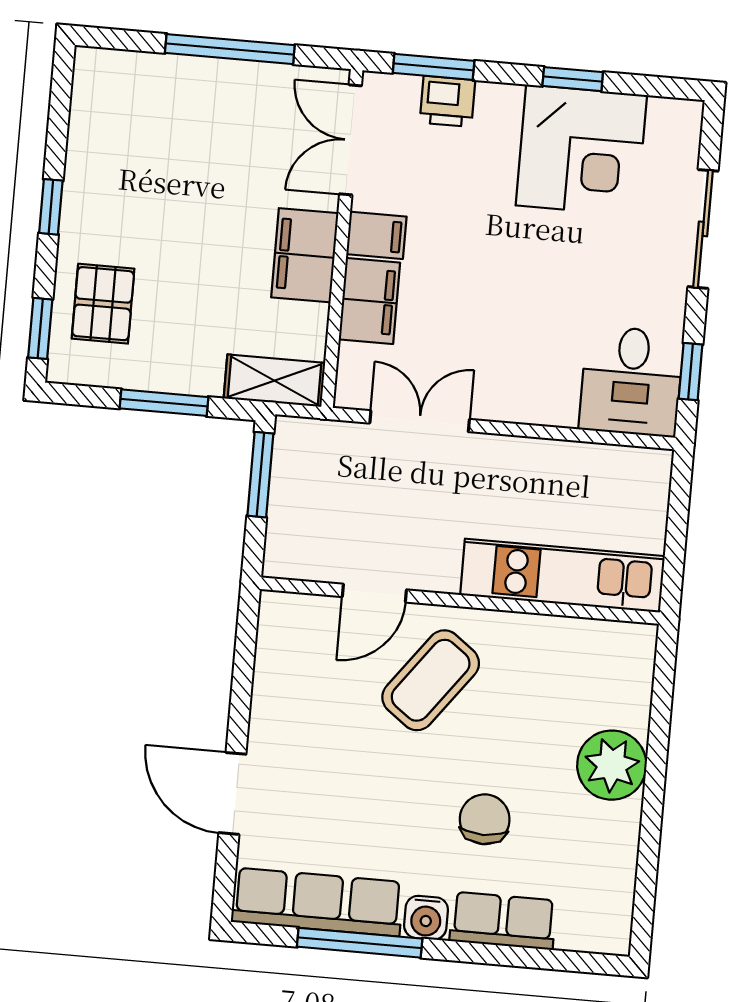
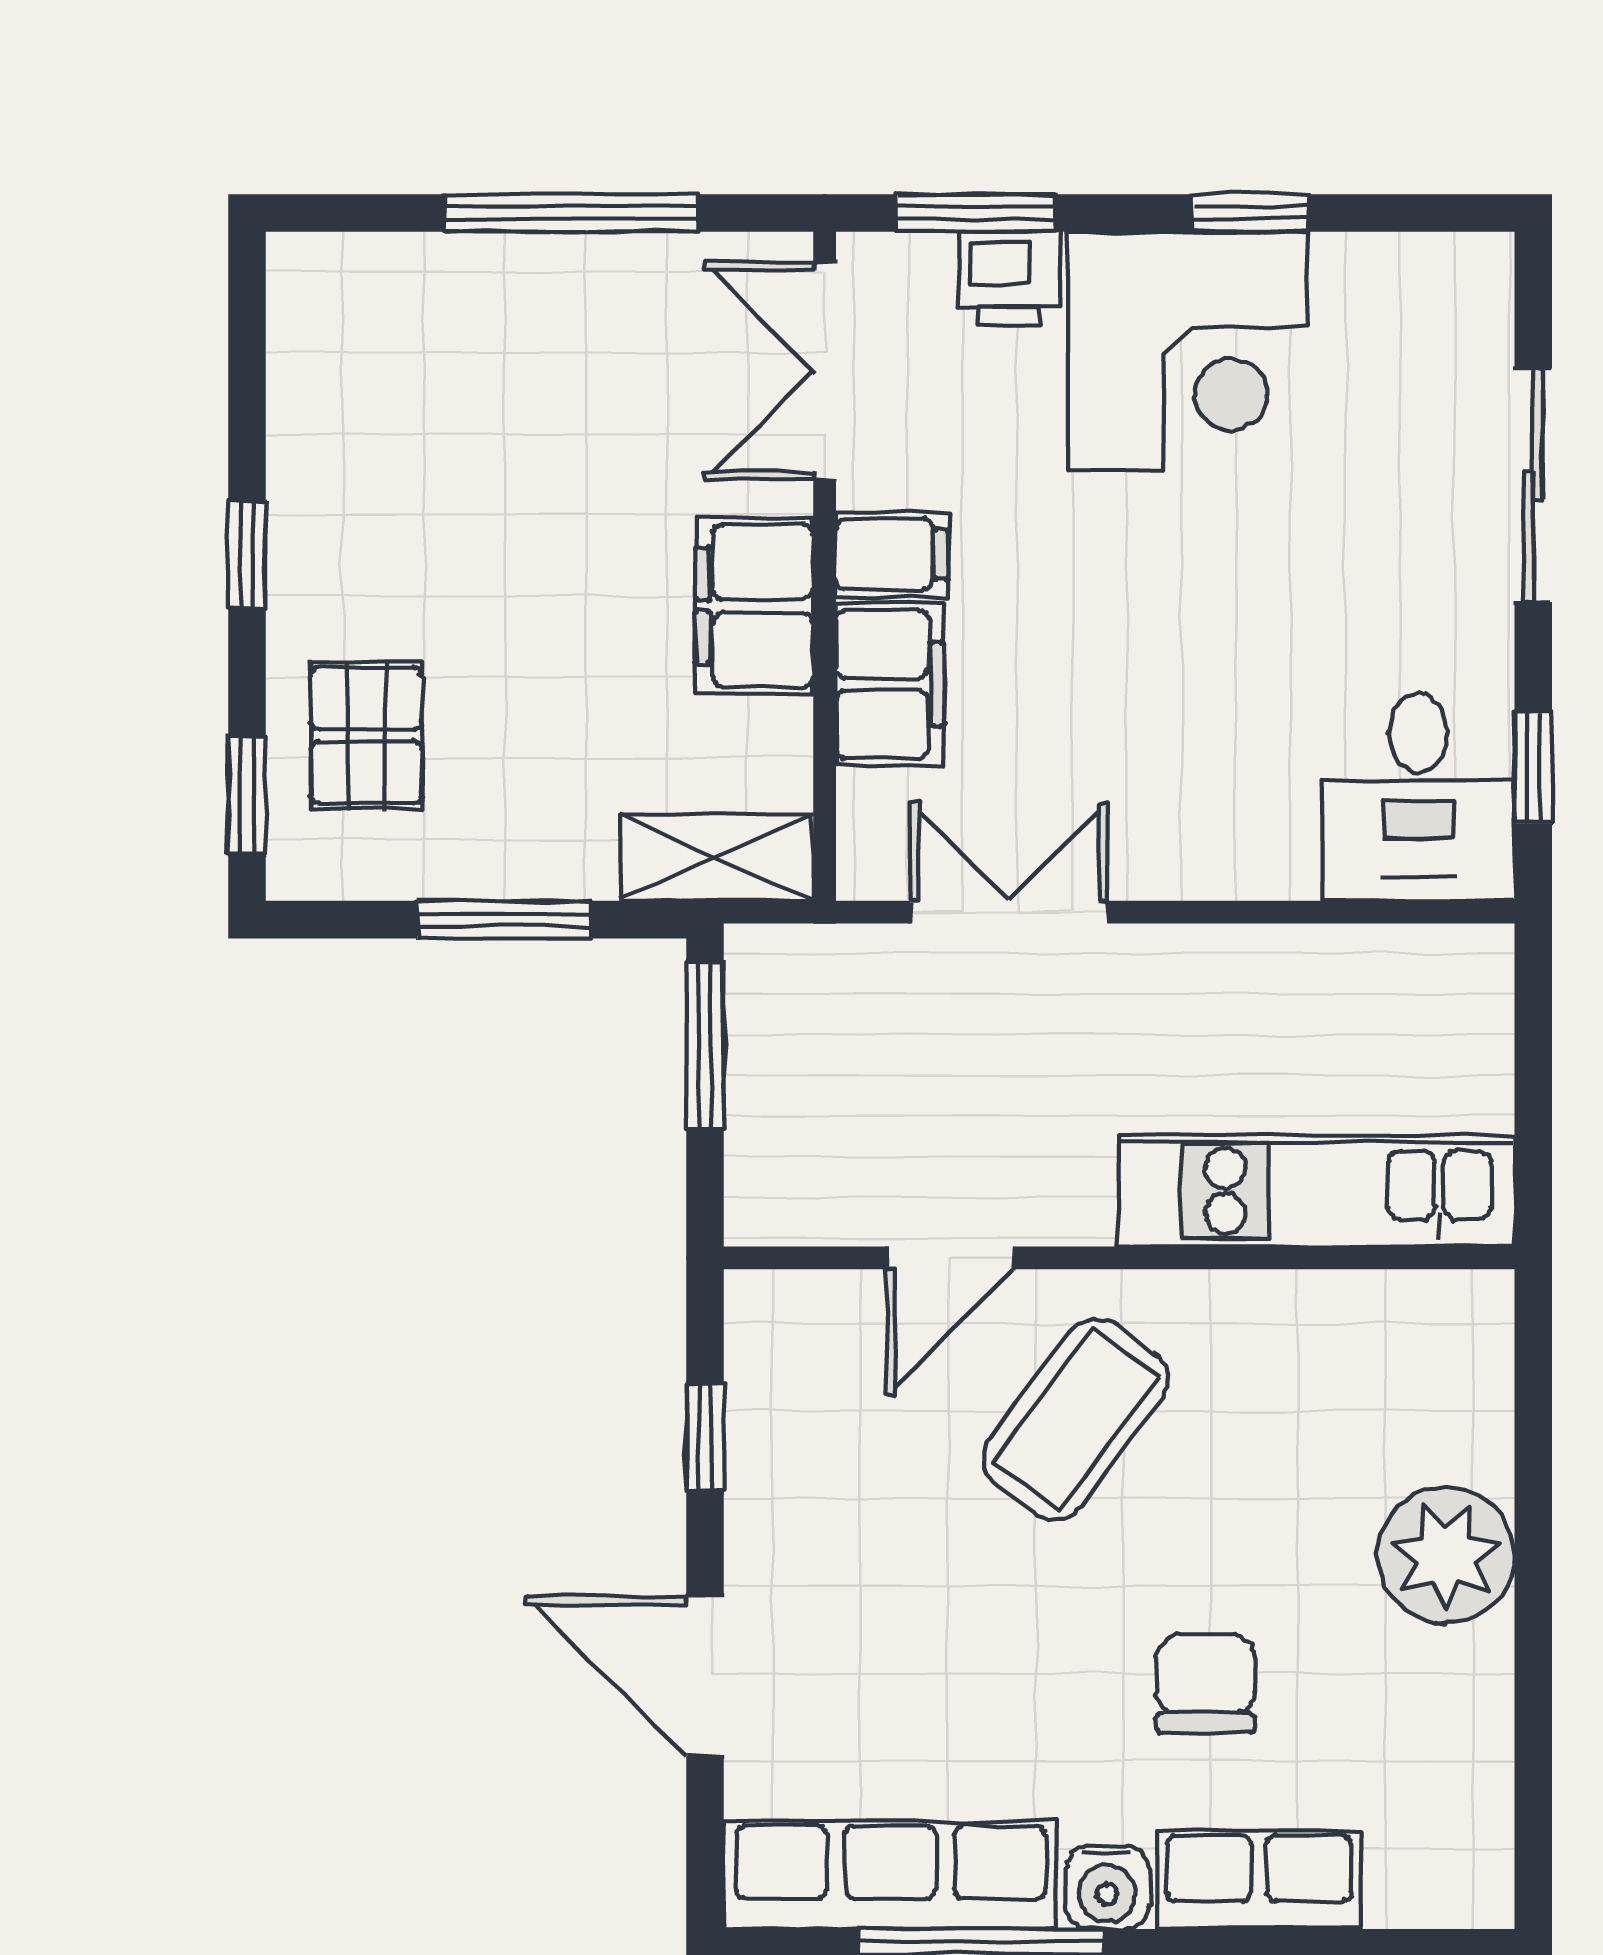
corner desk: (581, 150) -> (1187, 351), moved
window: (243, 673) -> (705, 1437), added

